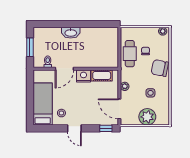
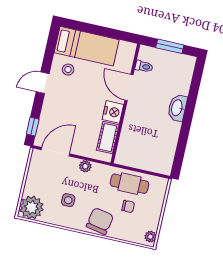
plant: (147, 117) -> (31, 207), moved

